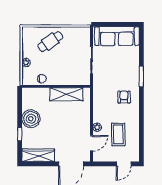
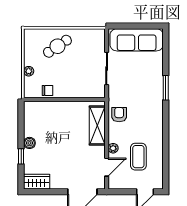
shelving: (66, 94) -> (97, 125), moved, turned 90
armchair: (124, 97) -> (119, 115), moved
boiler: (31, 119) -> (29, 143), width x0.54, depth x0.54
wardrobe: (38, 155) -> (37, 182), width x0.67

